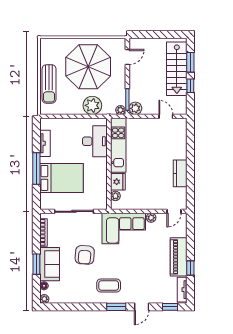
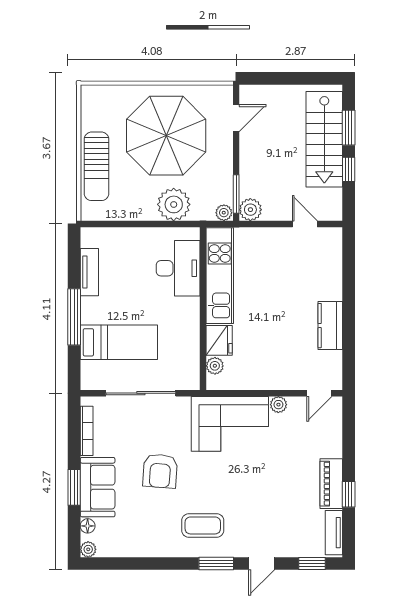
bed: (62, 178) -> (119, 342), width x0.67
piano: (179, 257) -> (331, 484), width x0.73, depth x0.75

